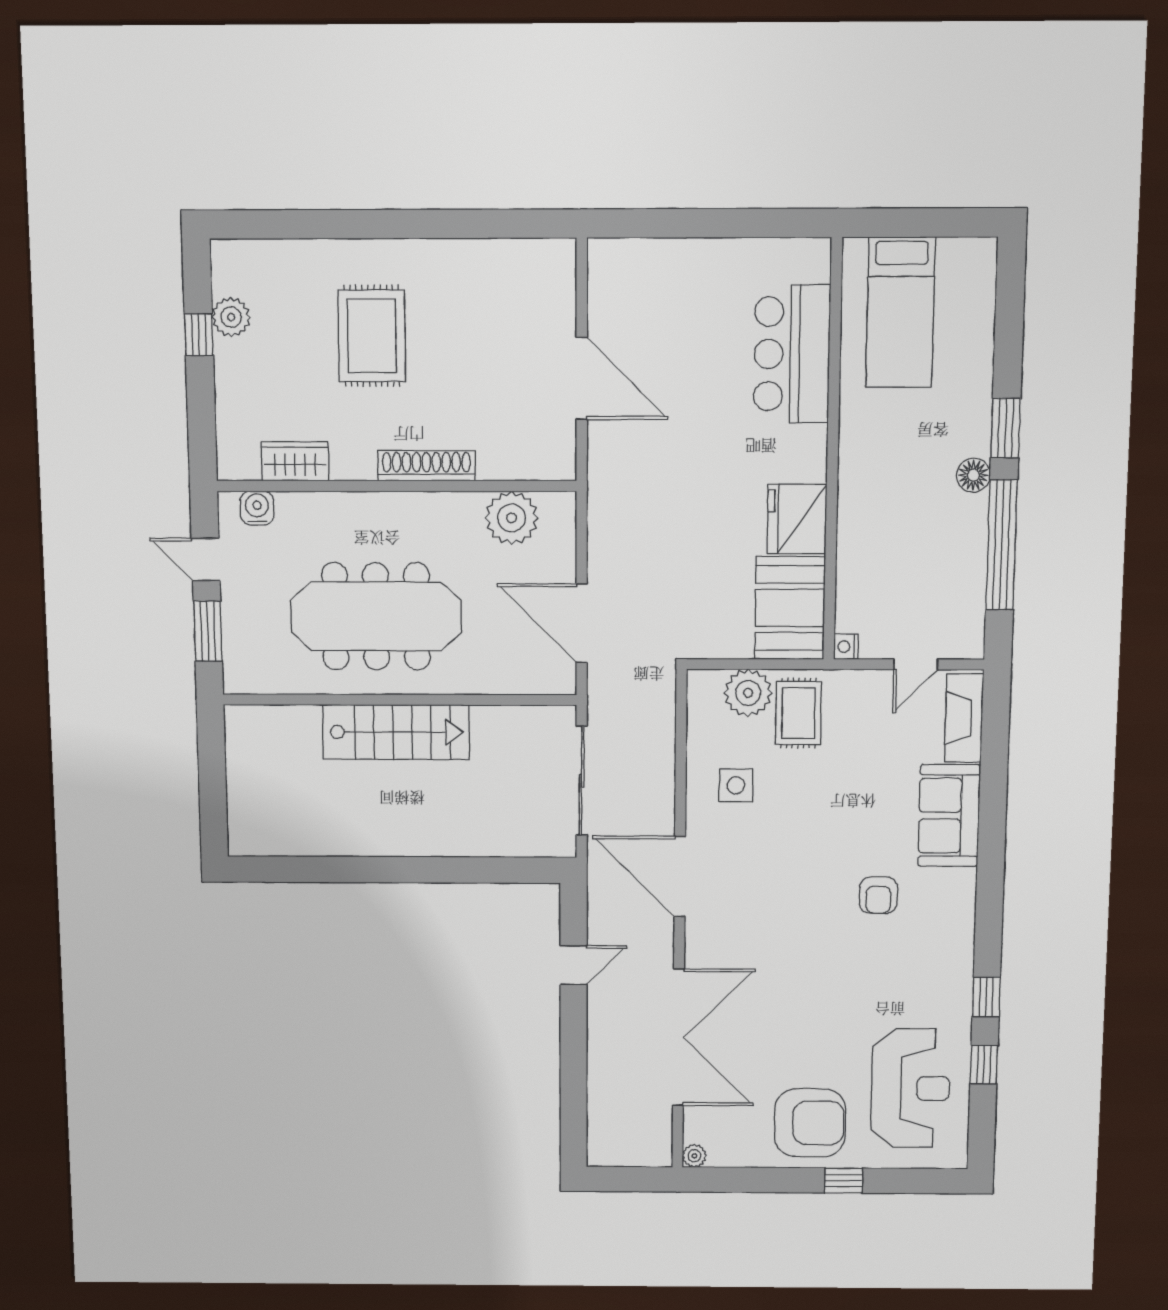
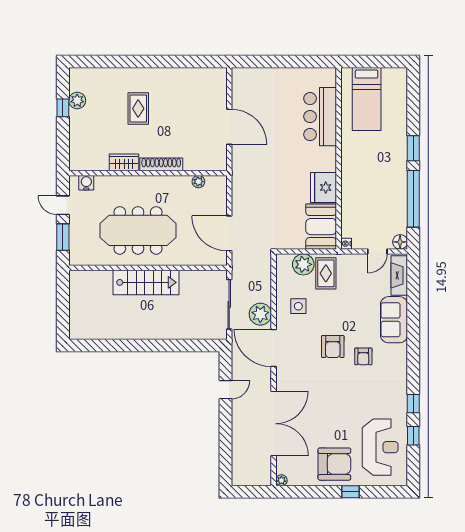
rug: (372, 336) -> (138, 109), width x0.73, depth x0.70
wardrobe: (295, 461) -> (124, 162), moved
floor lamp: (973, 475) -> (400, 242), moved
plant: (512, 518) -> (198, 182), width x0.53, depth x0.53
plant: (651, 803) -> (260, 314), added
armchair: (811, 874) -> (333, 347), added

